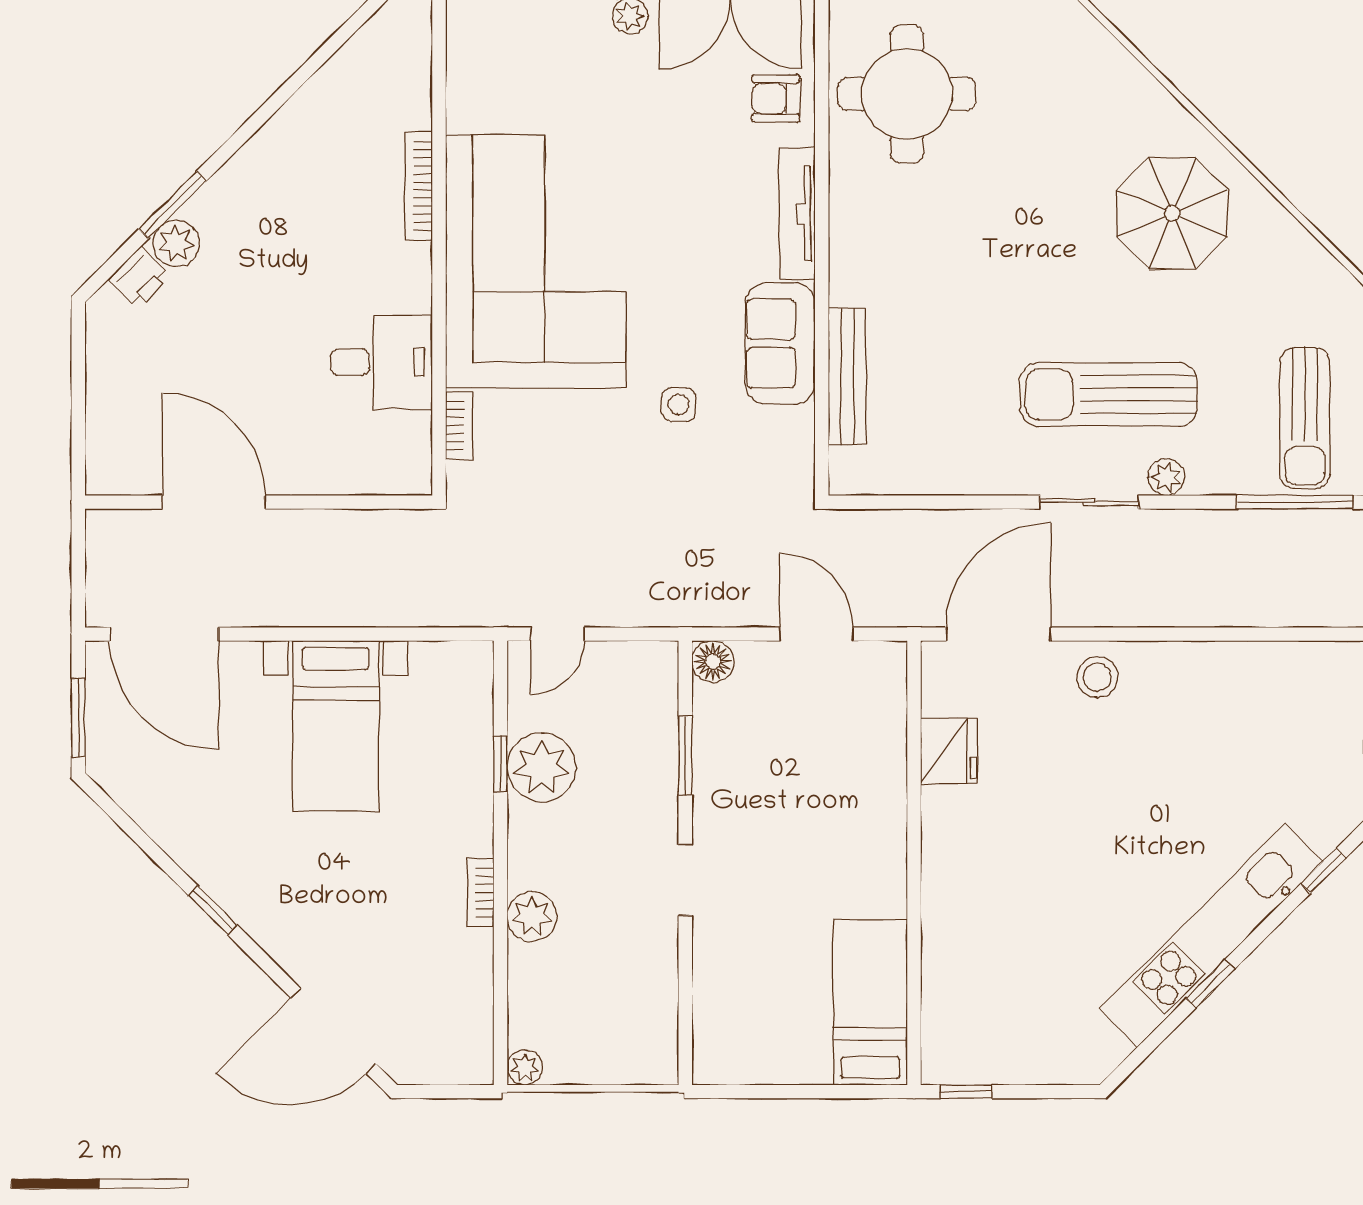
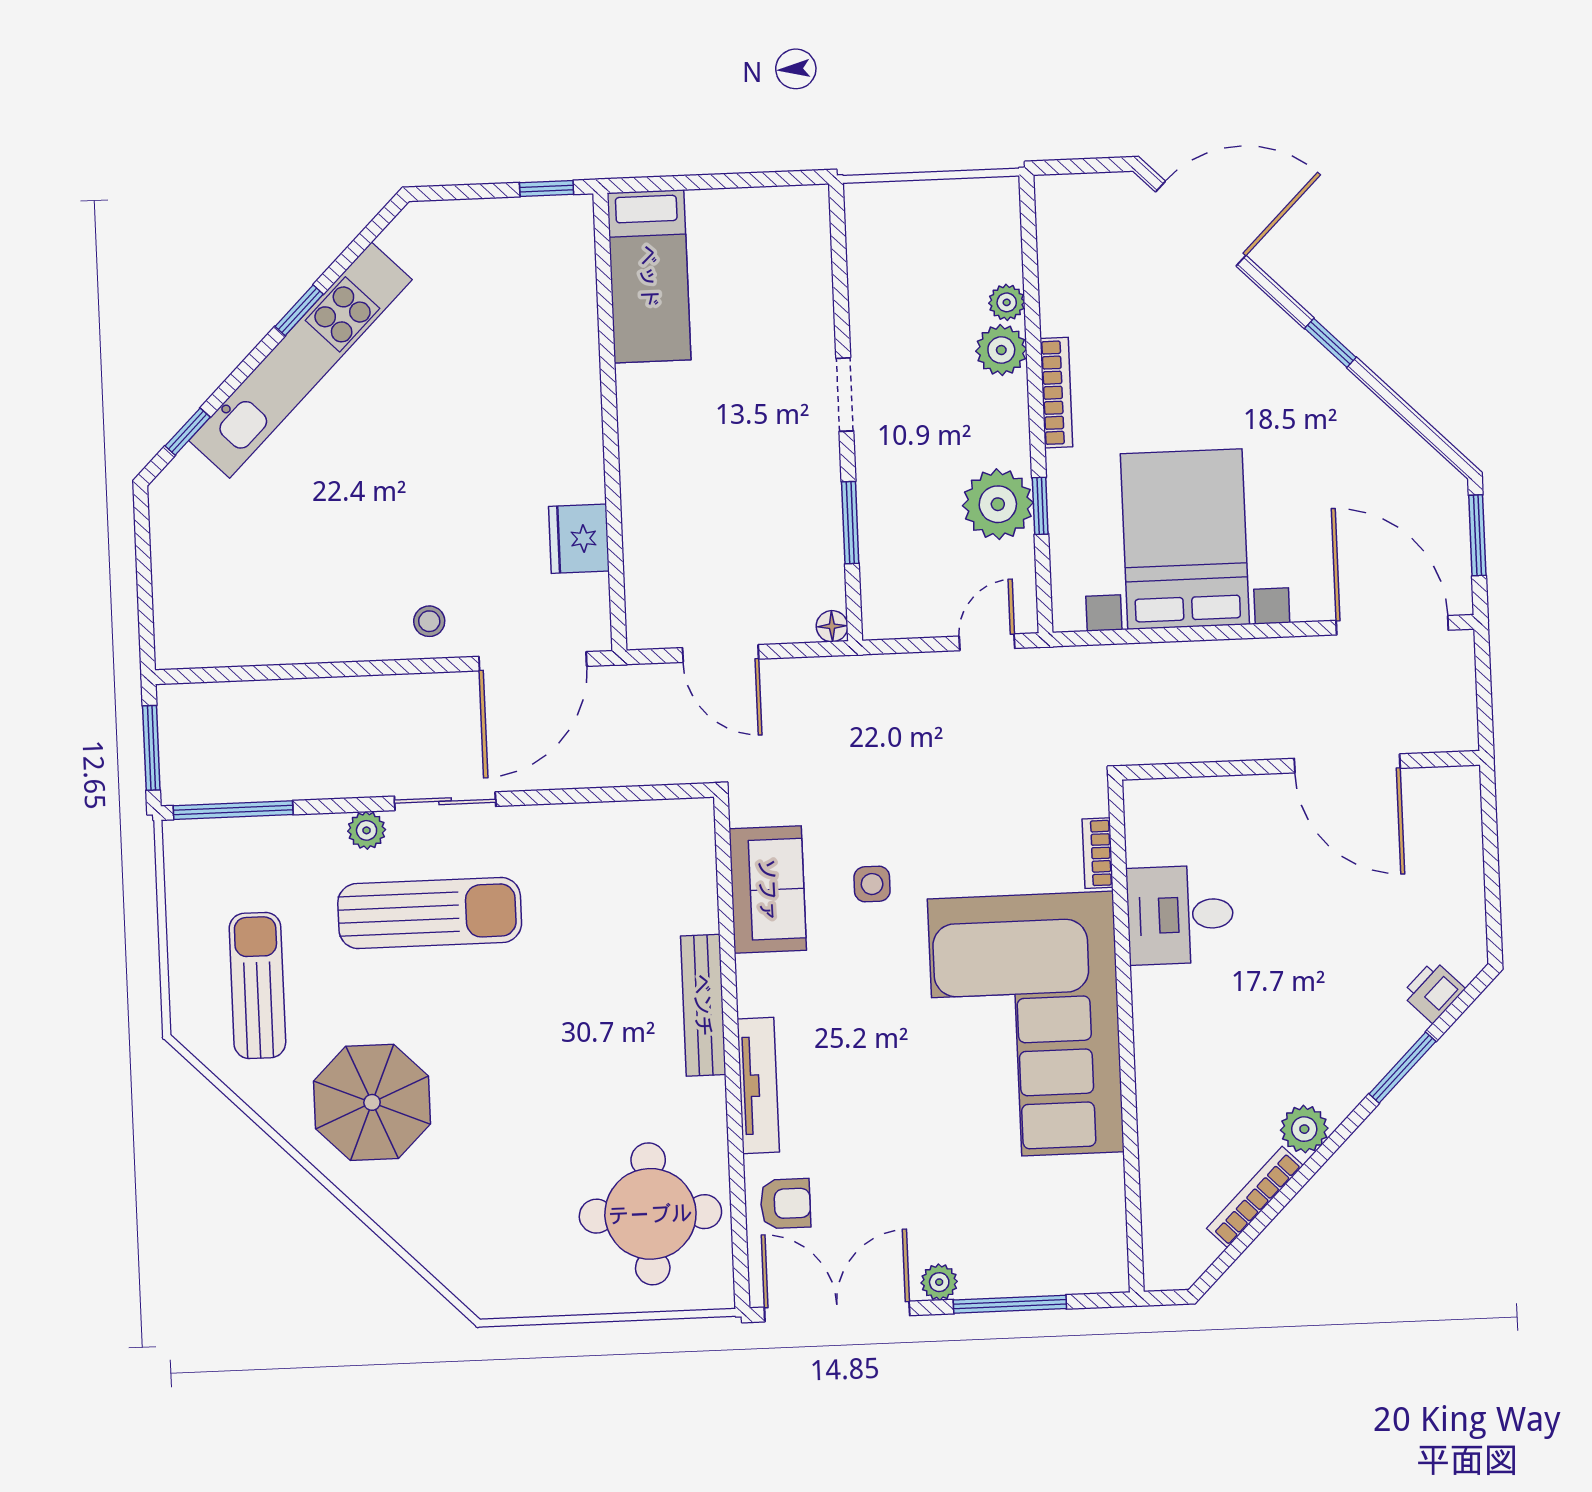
bookcase: (418, 186) -> (1255, 1197), moved, turned -135
plant: (176, 243) -> (1304, 1129), moved
sofa: (780, 343) -> (768, 890), moved
bench: (847, 376) -> (703, 1005), moved
sun lounger: (1305, 418) -> (257, 985), moved
floor lamp: (713, 662) -> (832, 626), width x0.73, depth x0.73
stool: (1097, 677) -> (429, 621), width x0.73, depth x0.73
bed with nightstands: (336, 726) -> (1185, 539), width x1.36
bookcase: (480, 892) -> (1056, 393), width x1.56
plant: (525, 1067) -> (1007, 302), moved

